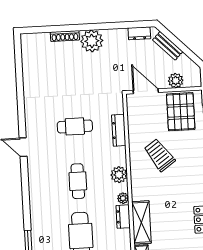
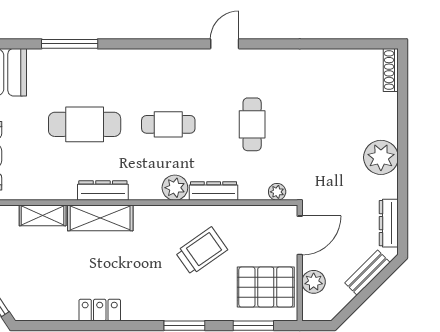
dresser: (139, 33) -> (389, 223), width x1.44
shoe rack: (65, 36) -> (391, 70), moved
dresser: (119, 130) -> (214, 191), moved
plant: (123, 198) -> (277, 192), moved
dresser: (123, 217) -> (103, 190), width x1.44

